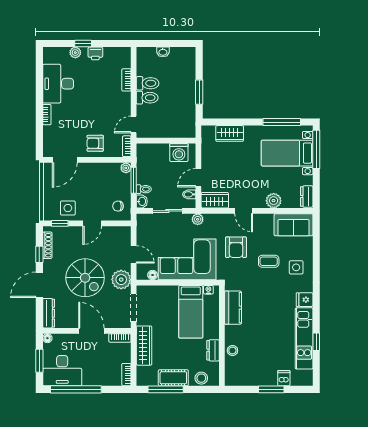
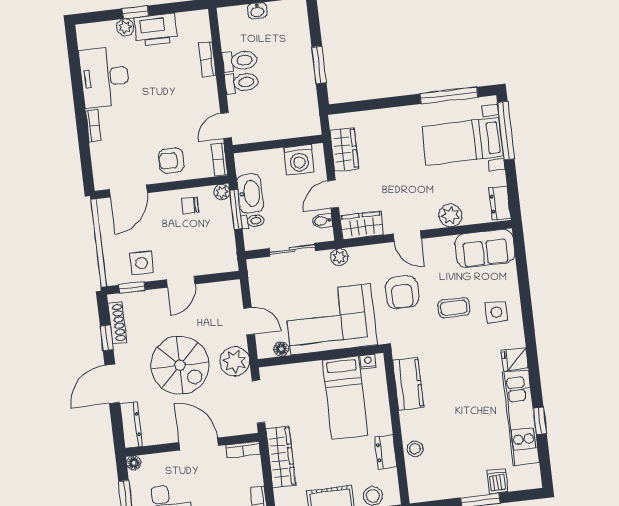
printer: (95, 53) -> (156, 30), width x1.87, depth x1.48
wardrobe: (230, 133) -> (344, 149), moved, turned -90
washbasin: (142, 201) -> (250, 193), moved, width x1.91, depth x1.45
chair: (118, 206) -> (190, 205), moved

